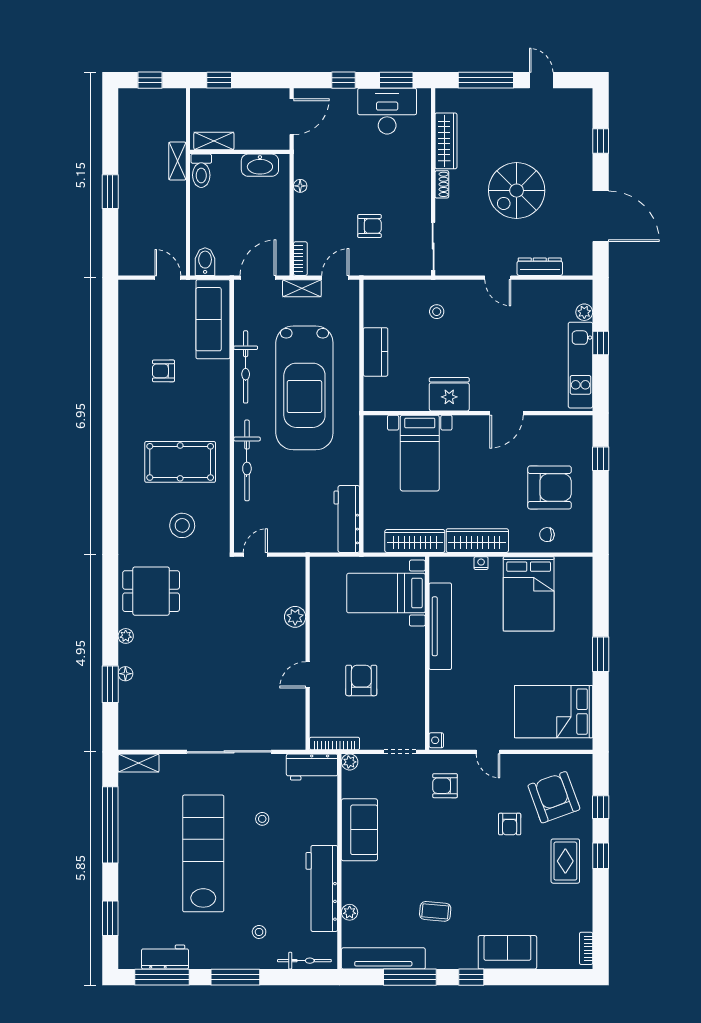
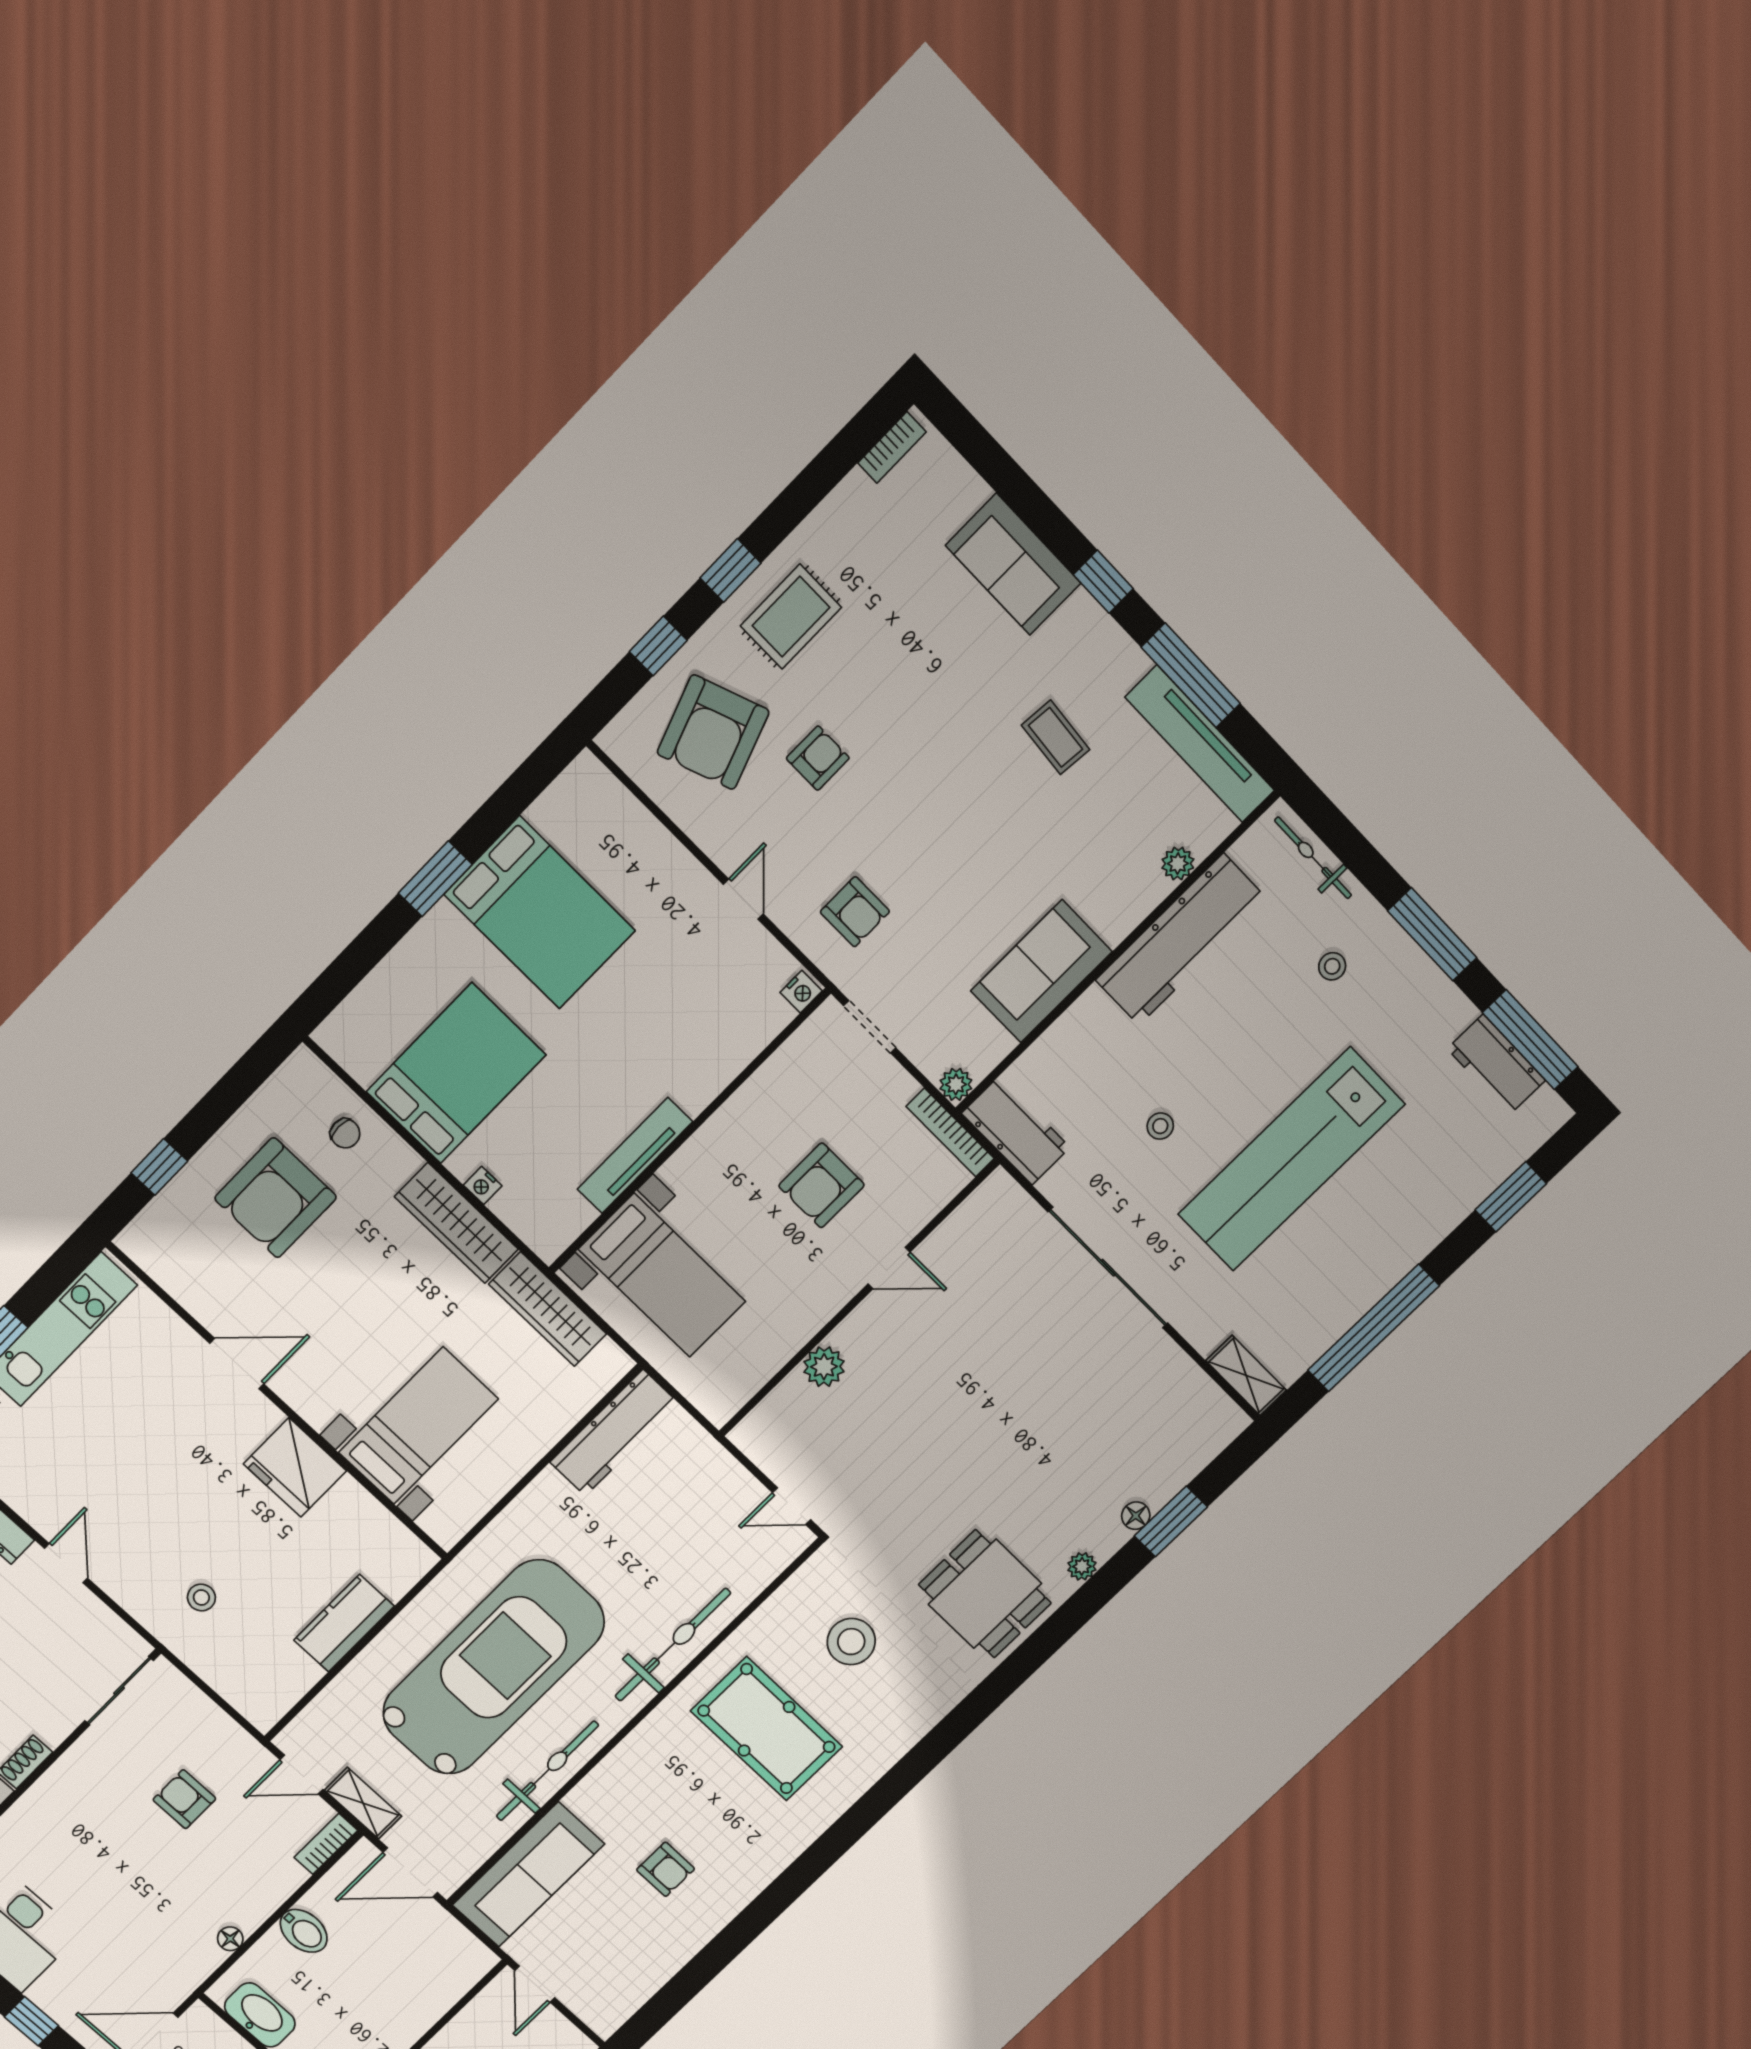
bidet: (205, 262) -> (304, 1931), moved, turned -90
armchair: (550, 487) -> (276, 1198), turned -90
tv unit: (440, 626) -> (635, 1155), width x0.73, depth x0.78
bed: (554, 712) -> (540, 913), moved

